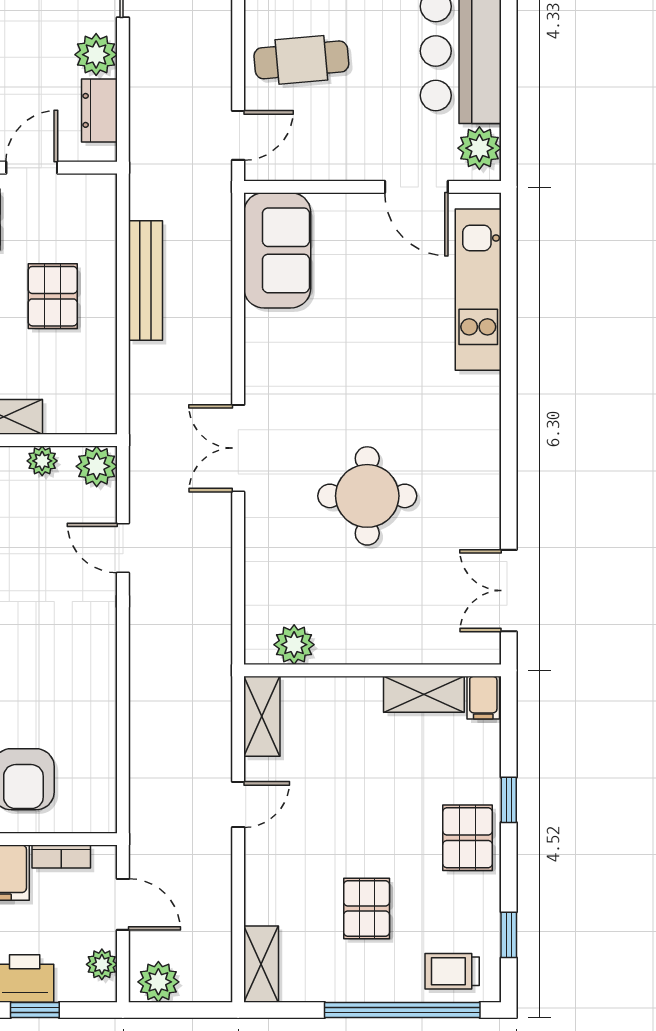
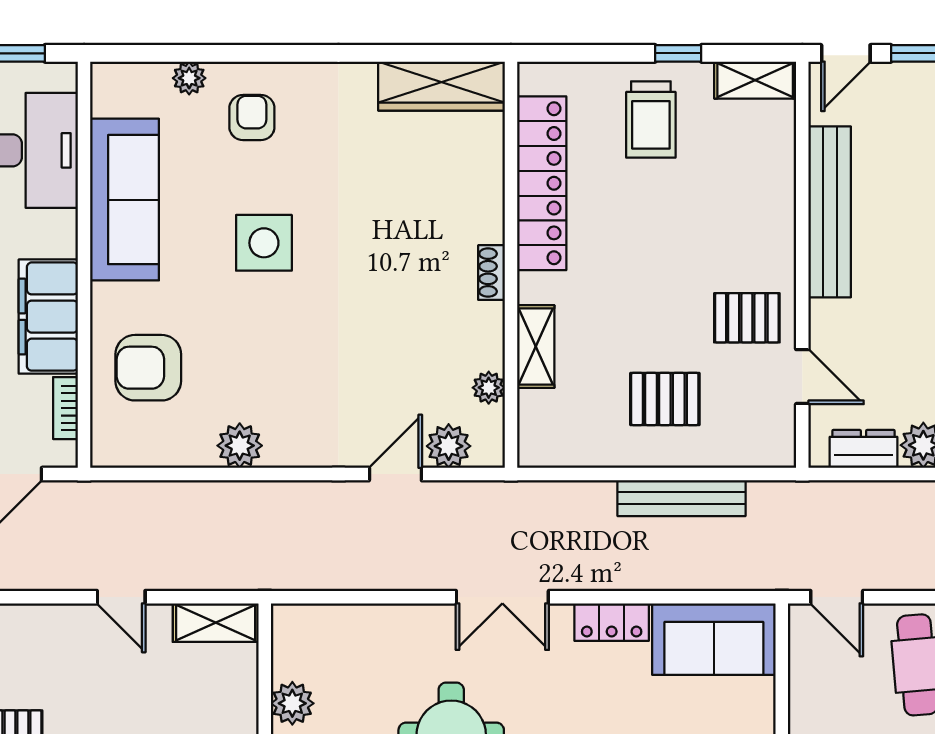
locker: (261, 346) -> (612, 622), added
double door: (238, 448) -> (502, 597), swing flipped
plant: (97, 466) -> (449, 446), moved
plant: (294, 645) -> (292, 703), moved
plant: (96, 694) -> (240, 446), added

